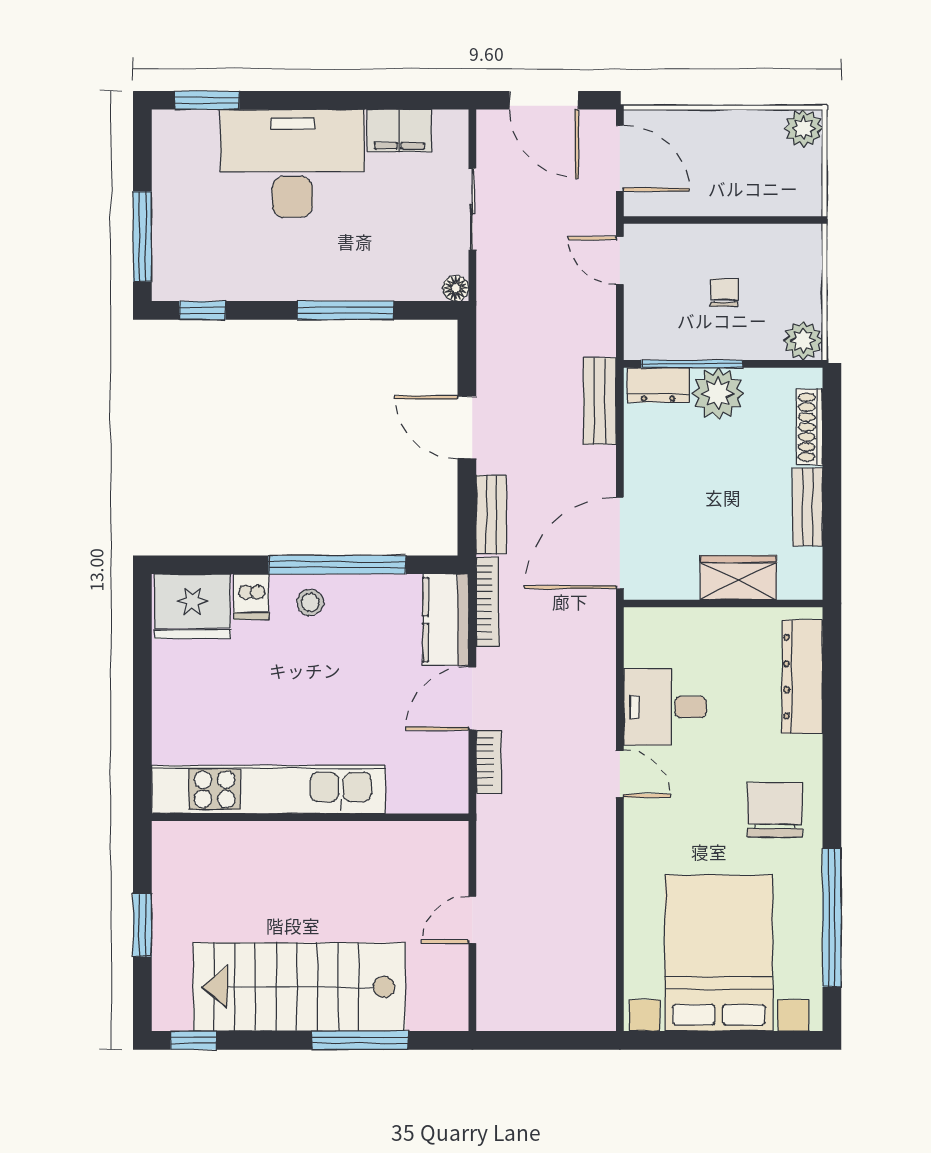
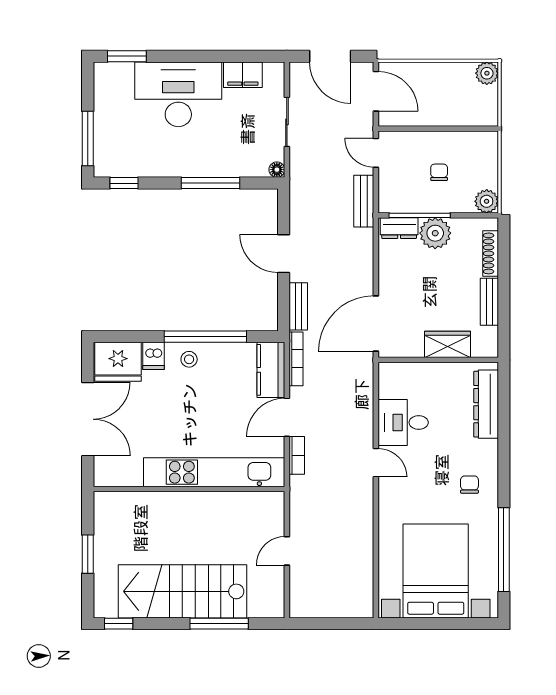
bench: (600, 401) -> (364, 201), moved
double door: (142, 701) -> (88, 419), added
kitchen unit: (268, 789) -> (214, 472), moved
chair: (775, 810) -> (469, 485), width x0.54, depth x0.54

